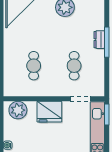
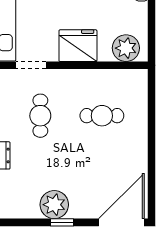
cafe table: (34, 66) -> (102, 116), turned 90

